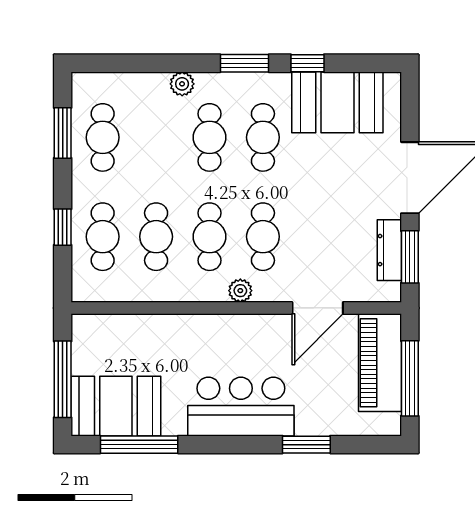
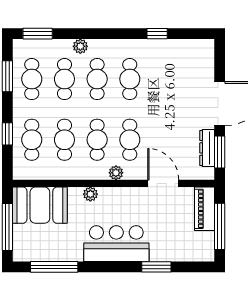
window: (245, 63) -> (38, 34), moved
booth: (337, 102) -> (175, 58), removed
cafe table: (156, 137) -> (64, 79), added
door: (318, 308) -> (163, 183), swing flipped
plant: (199, 326) -> (90, 194), added
piano: (380, 363) -> (205, 209), width x0.73, depth x0.75
booth: (116, 406) -> (40, 205), moved

